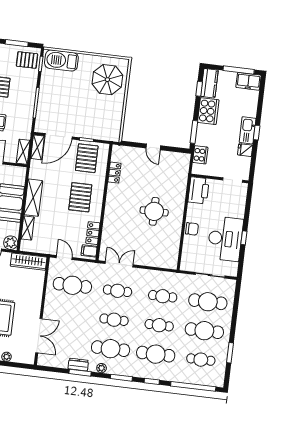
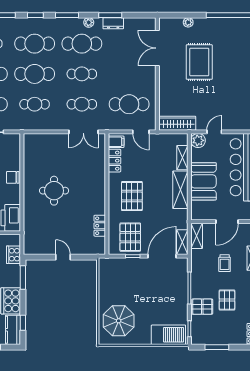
pallet: (27, 60) -> (202, 307), moved
cafe table: (159, 325) -> (35, 74), width x1.37, depth x1.35

